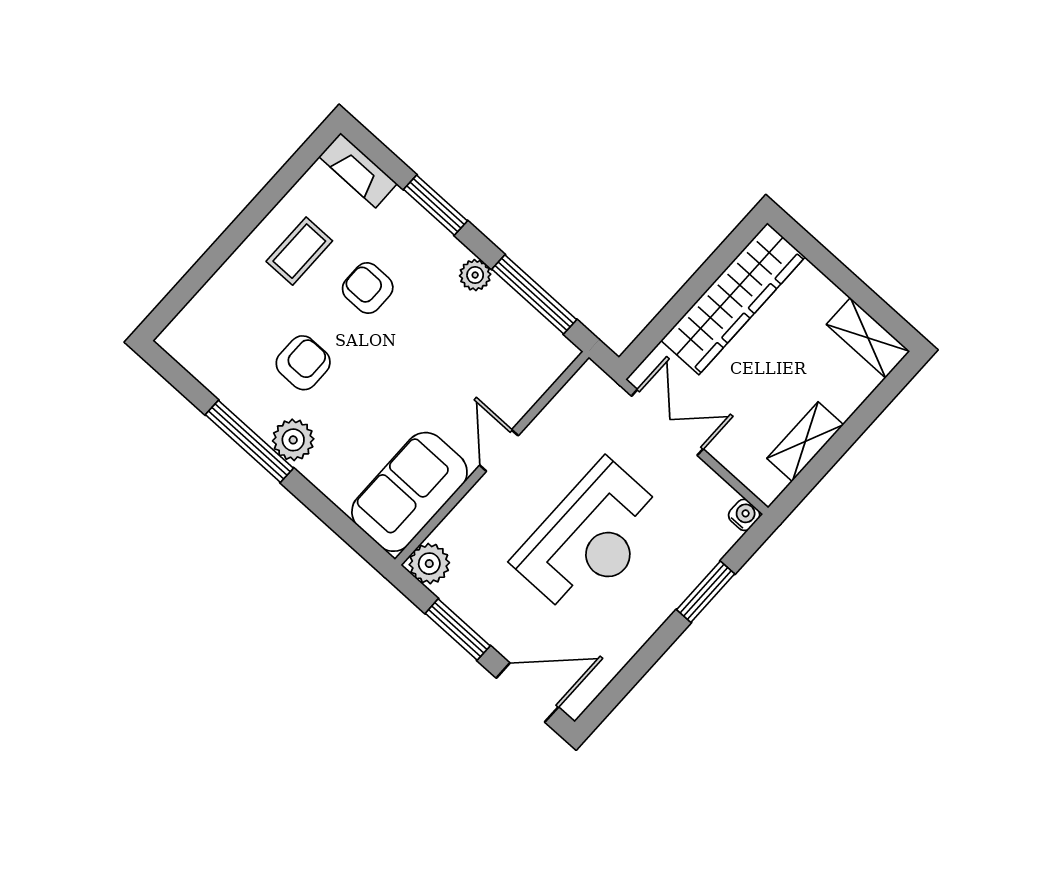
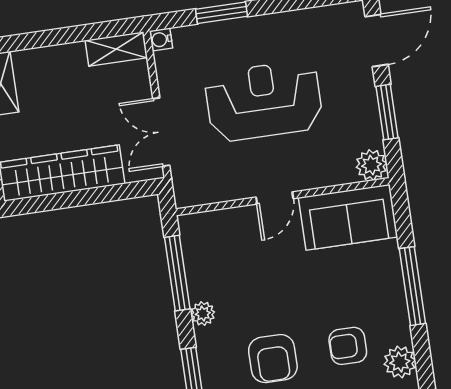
armchair: (368, 288) -> (273, 359), width x1.38, depth x1.38
plant: (293, 440) -> (400, 362), moved
window: (249, 441) -> (412, 286), moved
shelving: (805, 442) -> (116, 49), moved
door: (527, 693) -> (377, 40), swing flipped

